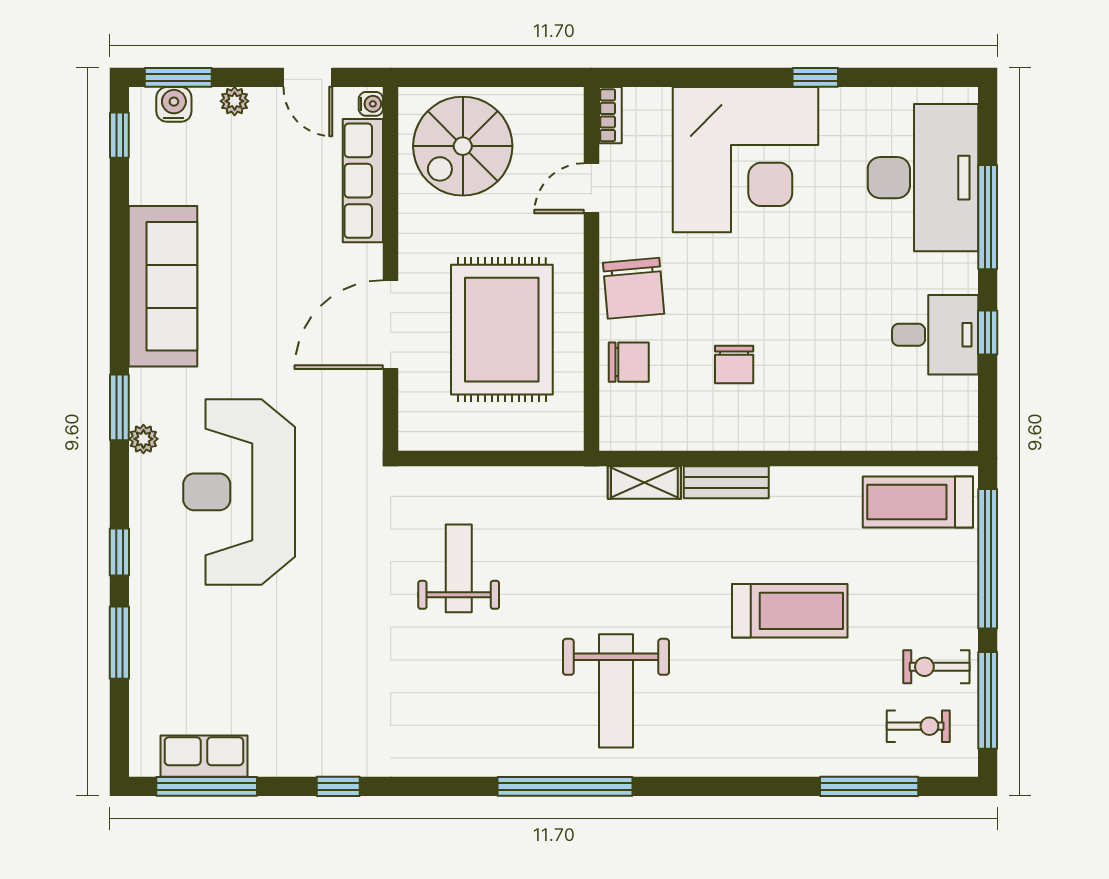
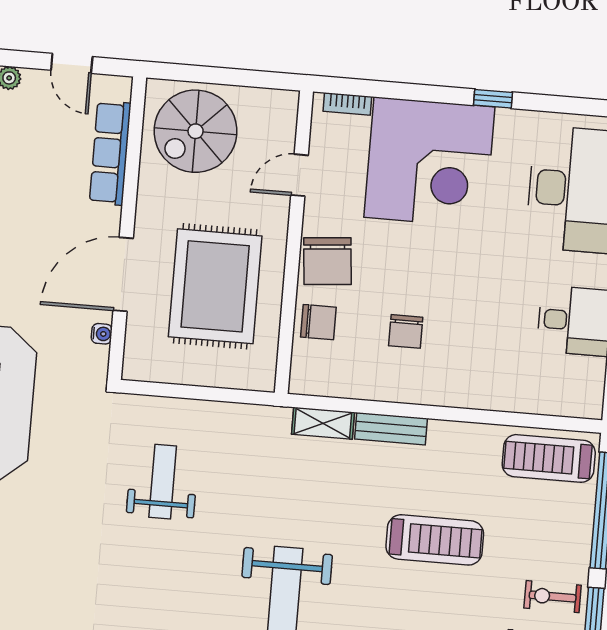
water cooler: (371, 104) -> (102, 334), moved
bookcase: (610, 115) -> (347, 104), moved, turned 90

